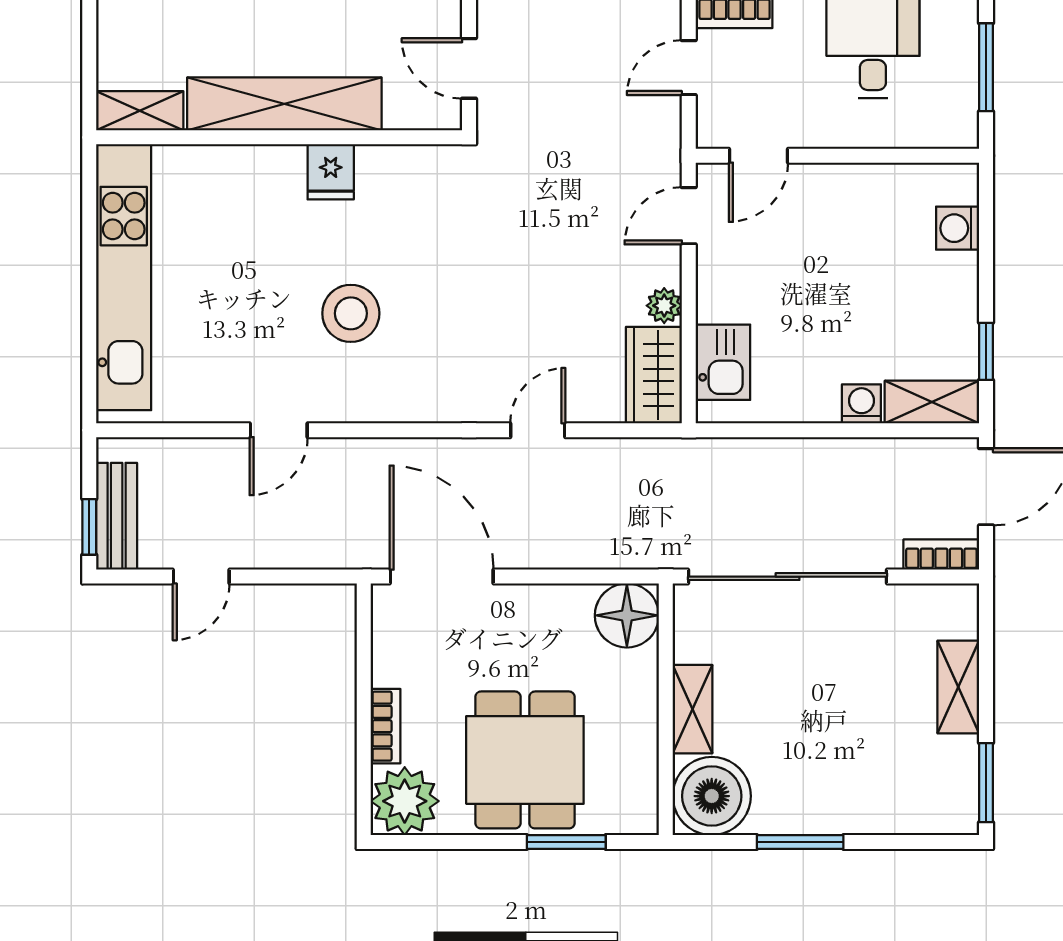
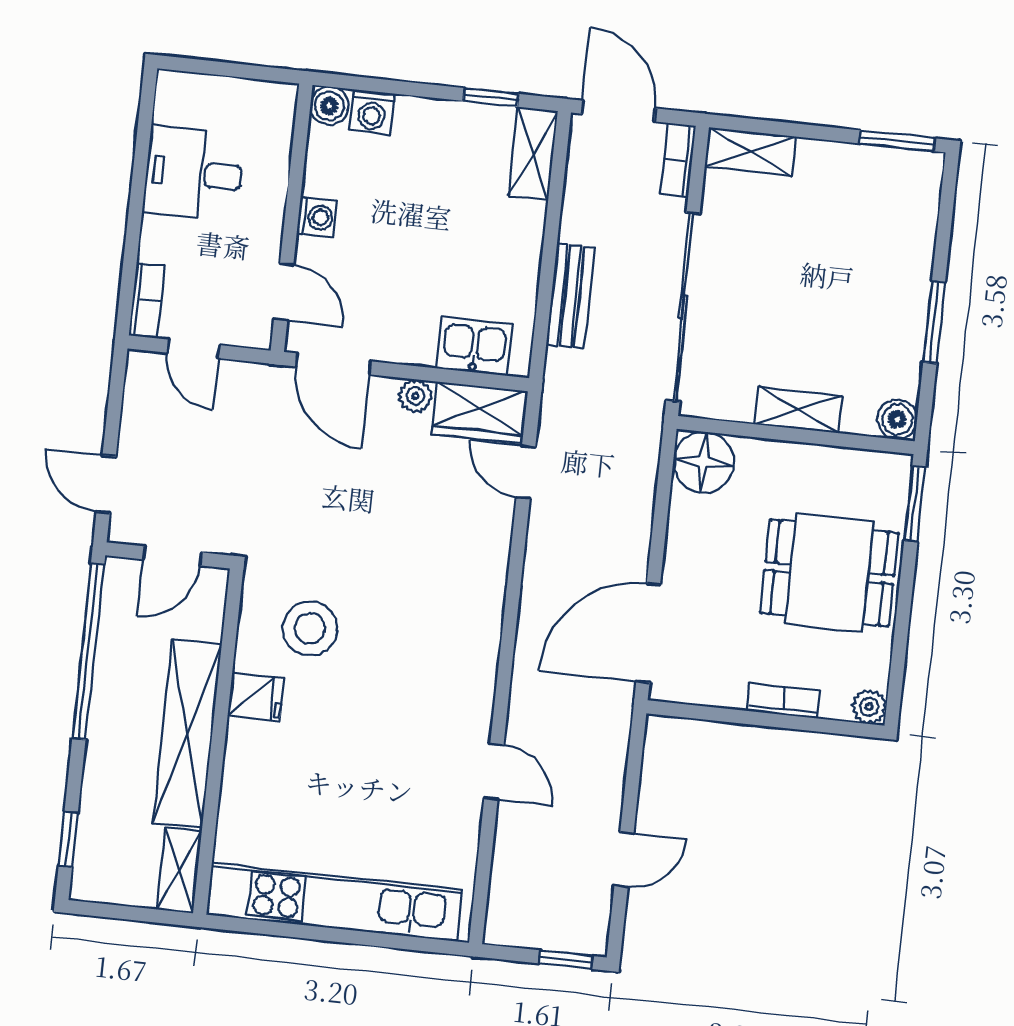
window: (986, 67) -> (223, 69), removed
boiler: (959, 183) -> (329, 106), added
door: (689, 216) -> (333, 364), width x1.38
stool: (351, 313) -> (310, 628), moved
washing machine: (861, 404) -> (317, 217), moved, turned 180
door: (538, 430) -> (526, 472), moved
bench: (117, 516) -> (571, 296), moved, turned 90
door: (201, 577) -> (624, 859), hinge flipped
shelving: (958, 687) -> (750, 152), moved
boiler: (712, 796) -> (897, 419), width x0.54, depth x0.54
plant: (405, 801) -> (869, 707), width x0.53, depth x0.53
window: (566, 842) -> (915, 504), moved

